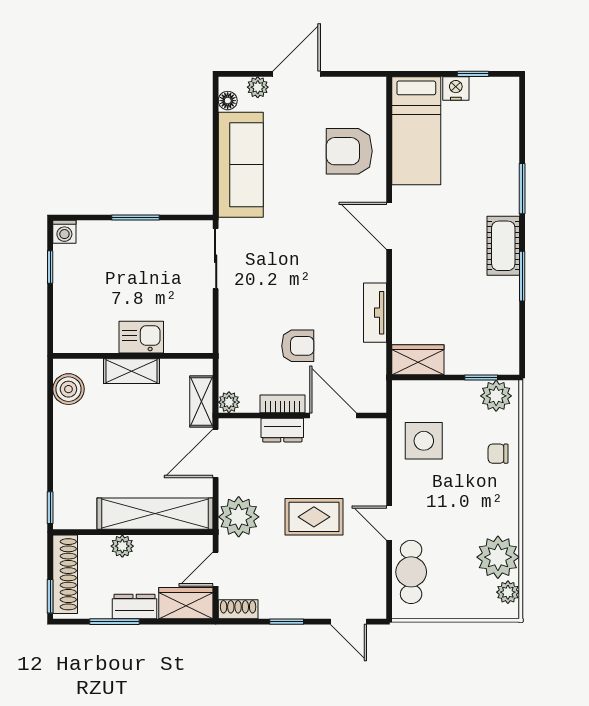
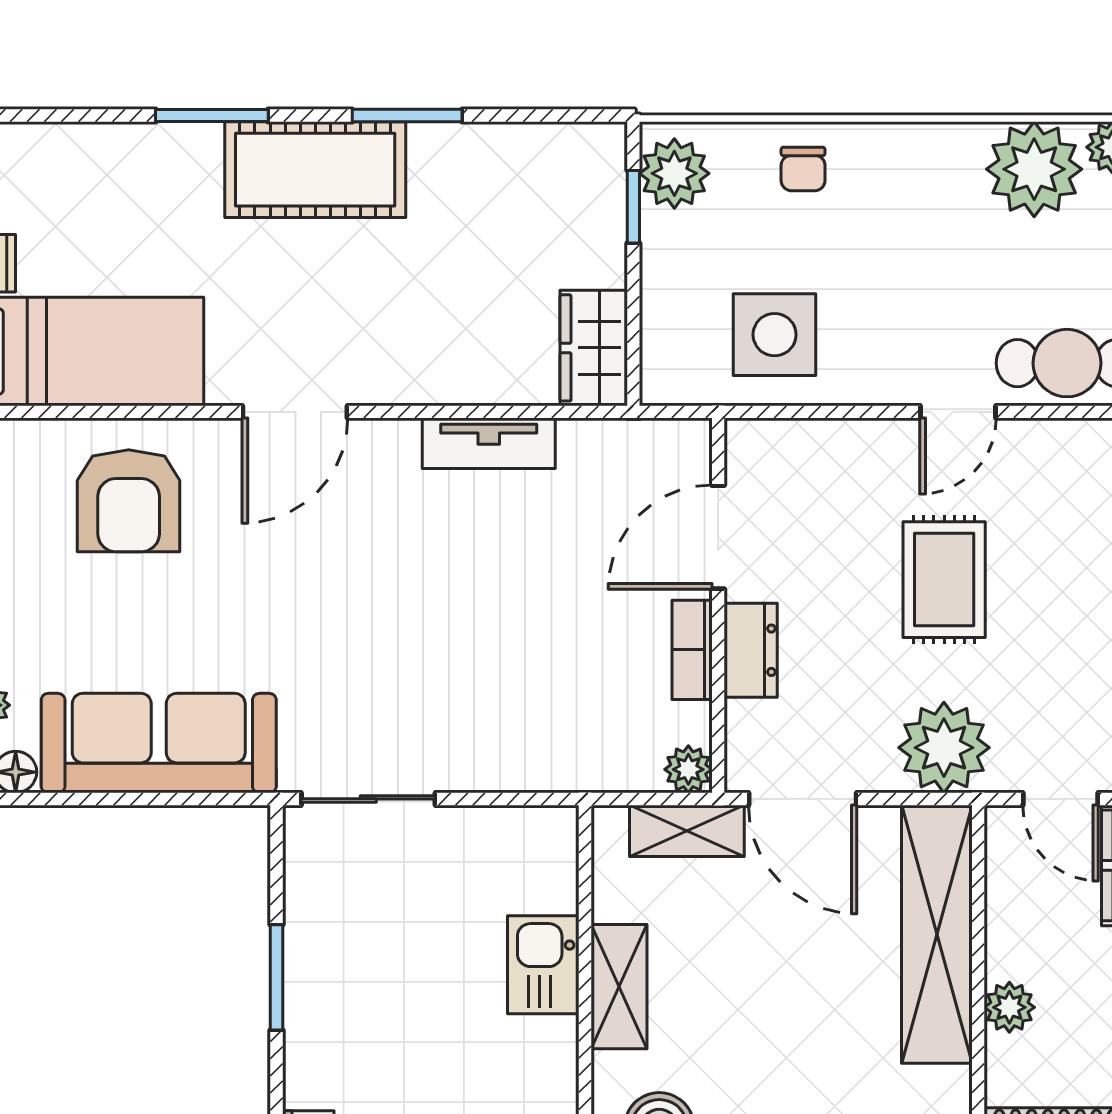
cot: (503, 246) -> (315, 170), width x1.37, depth x1.34
armchair: (298, 346) -> (563, 616), removed

